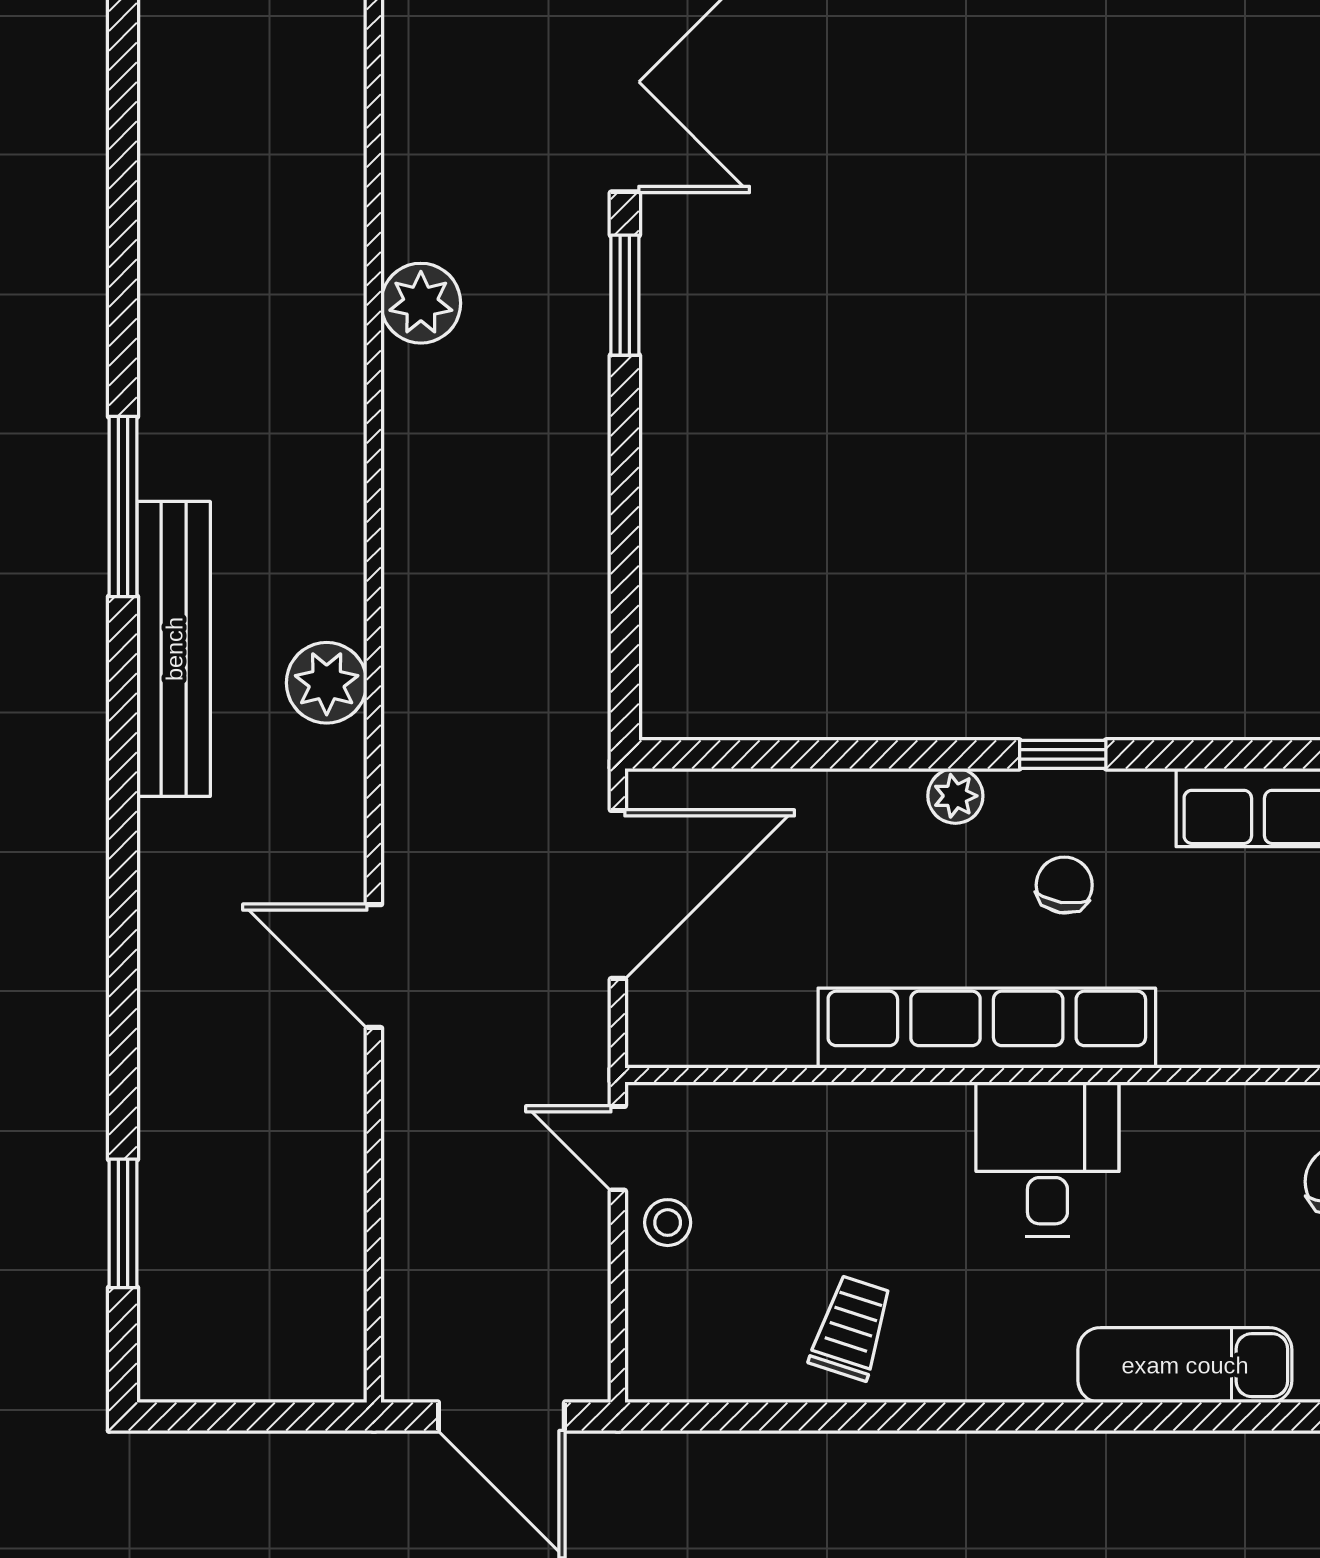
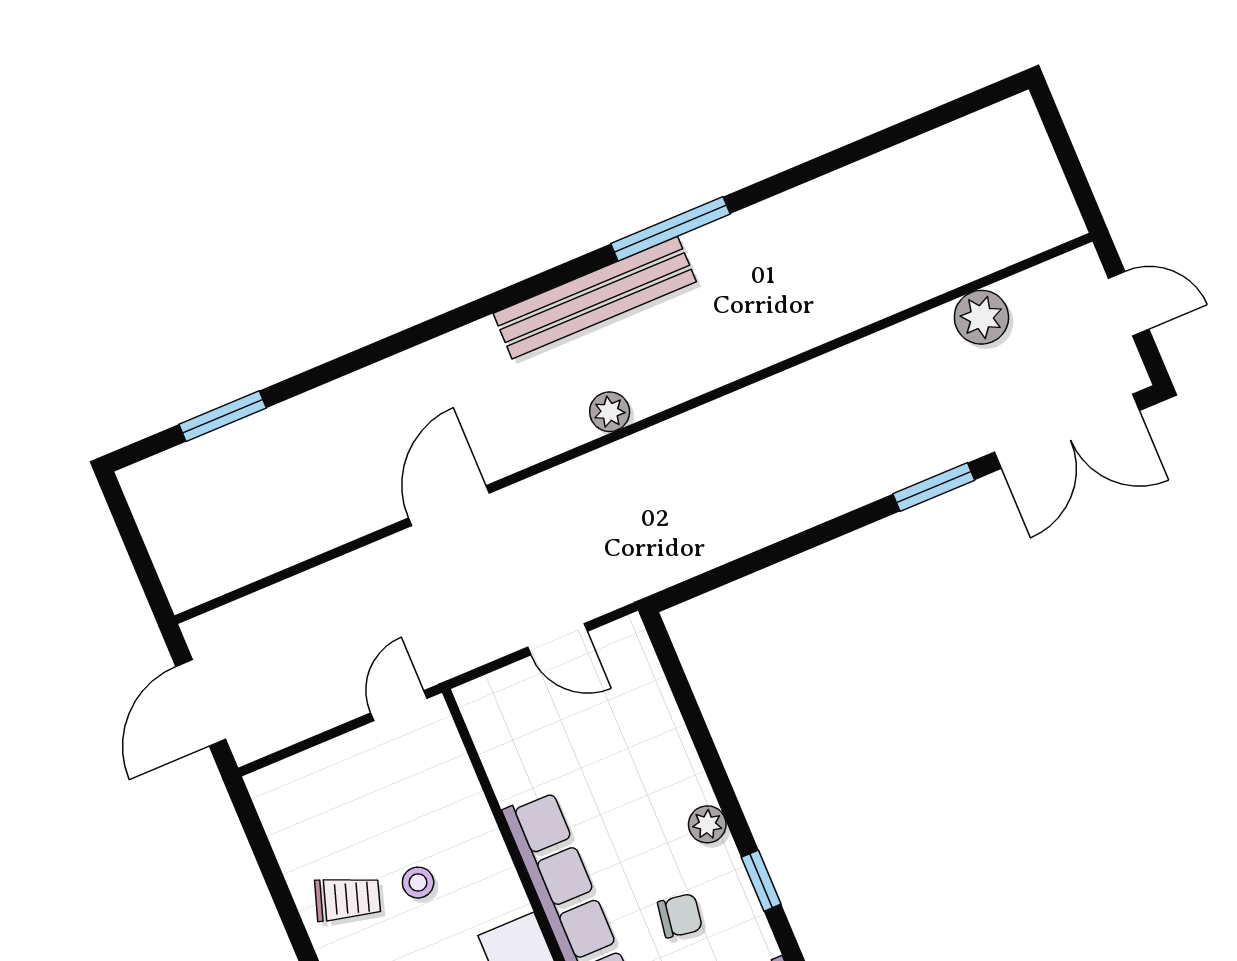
plant: (421, 303) -> (981, 317), moved
plant: (327, 683) -> (610, 412), width x0.73, depth x0.73
door: (618, 894) -> (557, 639), width x0.53
stool: (668, 1223) -> (418, 883), moved

